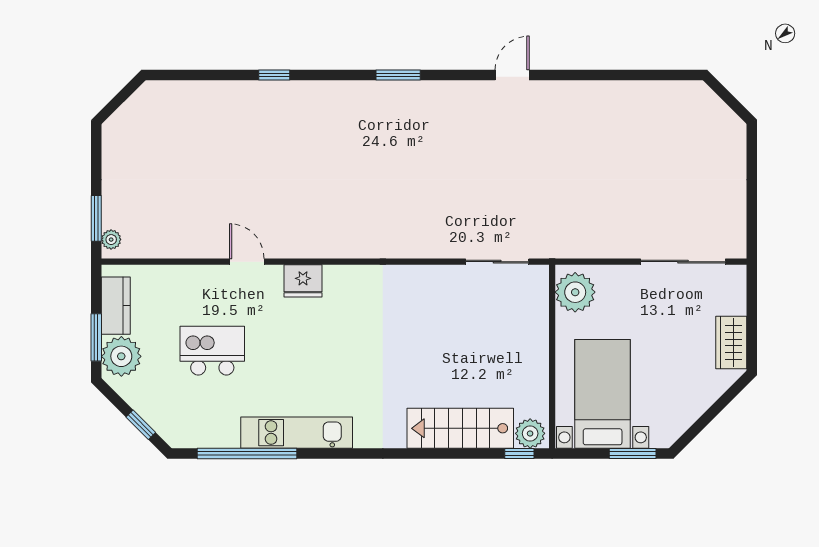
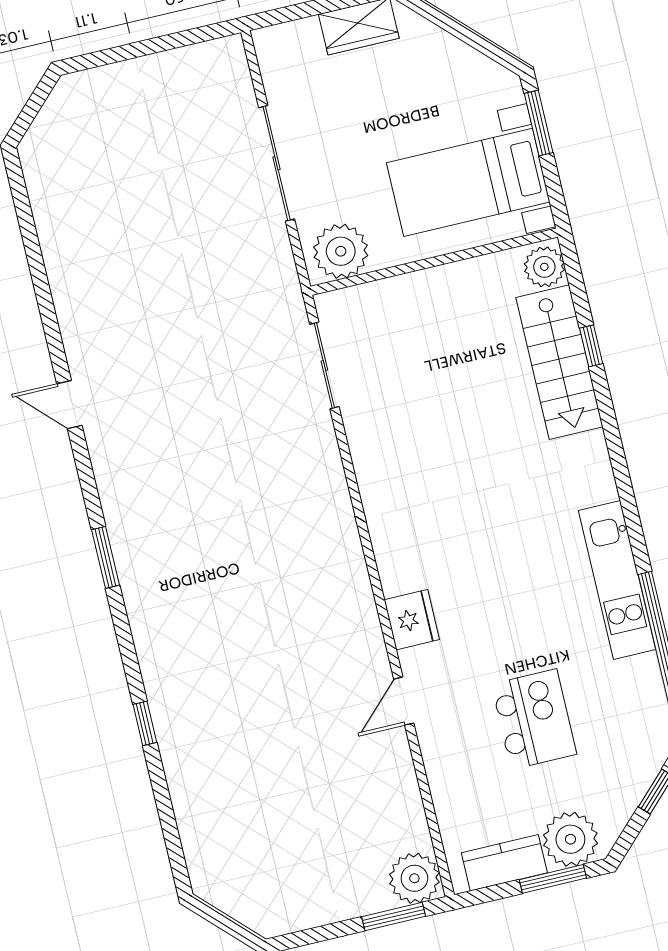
plant: (111, 240) -> (414, 878), width x1.88, depth x1.88
sliding door: (683, 262) -> (277, 163), moved
kitchen island: (212, 351) -> (534, 719), turned 180
window: (519, 453) -> (591, 346), moved

